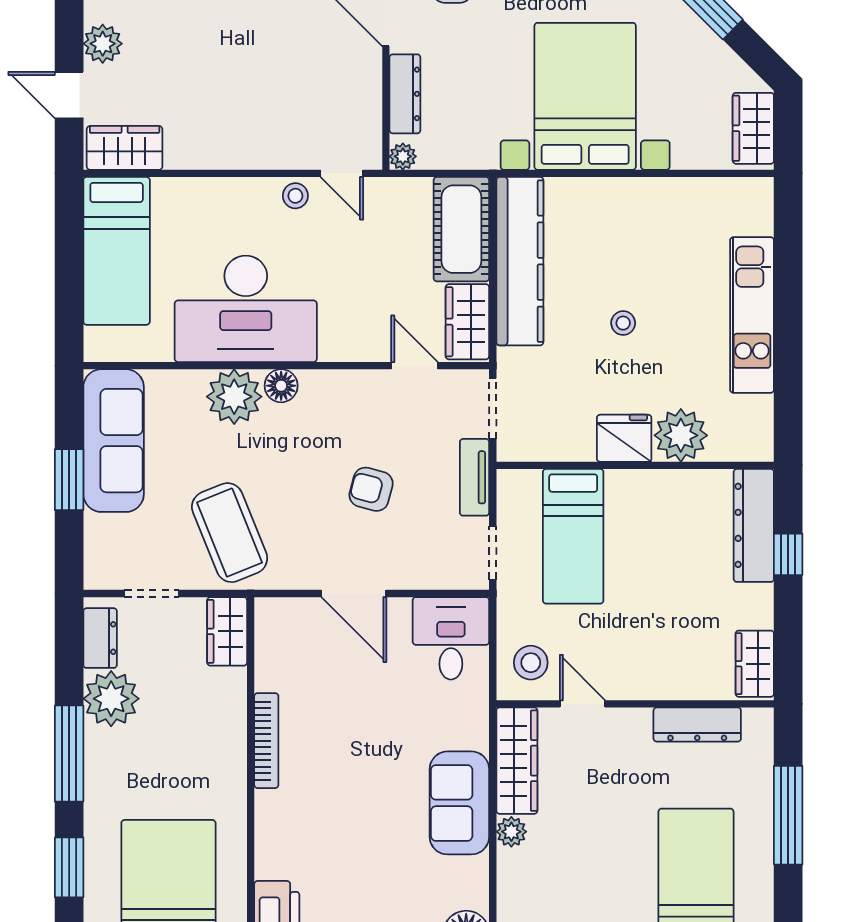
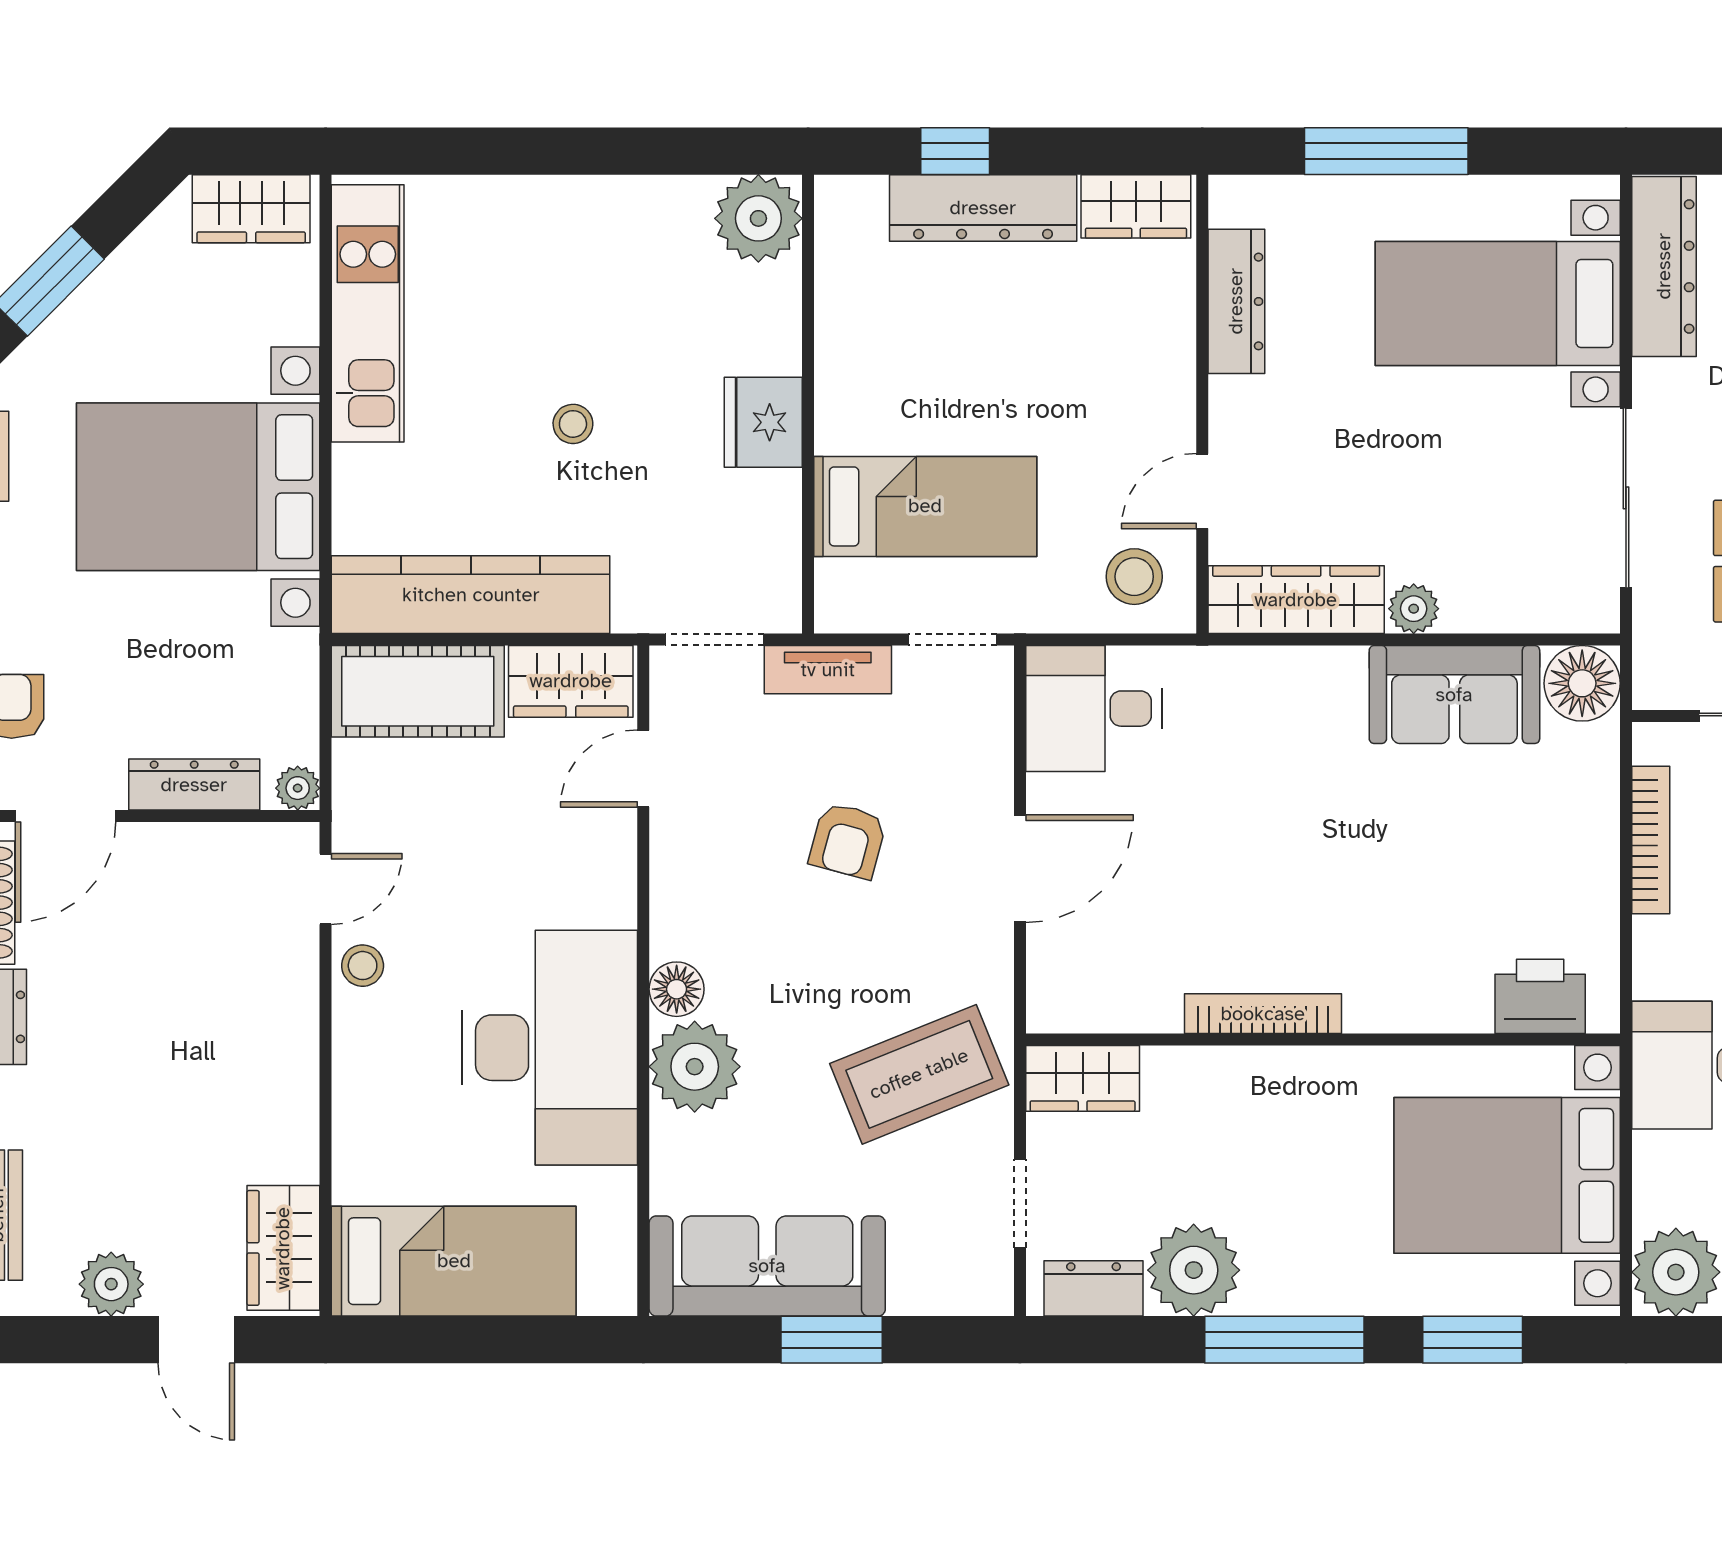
door: (69, 95) -> (196, 1340), hinge flipped
kitchen unit: (752, 315) -> (368, 313), moved, turned -90
plant: (681, 435) -> (758, 218), moved
dresser: (754, 525) -> (983, 208), moved
sofa: (459, 803) -> (1454, 695), moved

